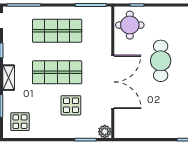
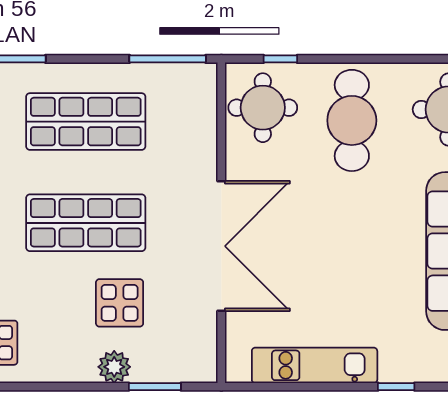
cafe table: (161, 61) -> (352, 120), moved
kitchen unit: (151, 131) -> (315, 365), added
plant: (105, 132) -> (114, 367), moved

